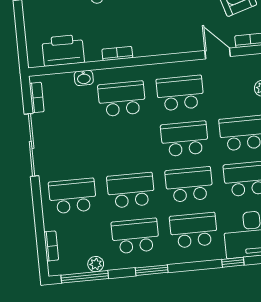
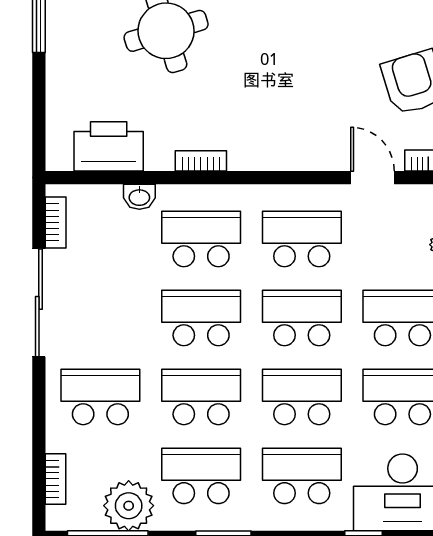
school desk: (126, 144) -> (201, 318), added
plant: (96, 264) -> (129, 506), width x1.87, depth x1.87

